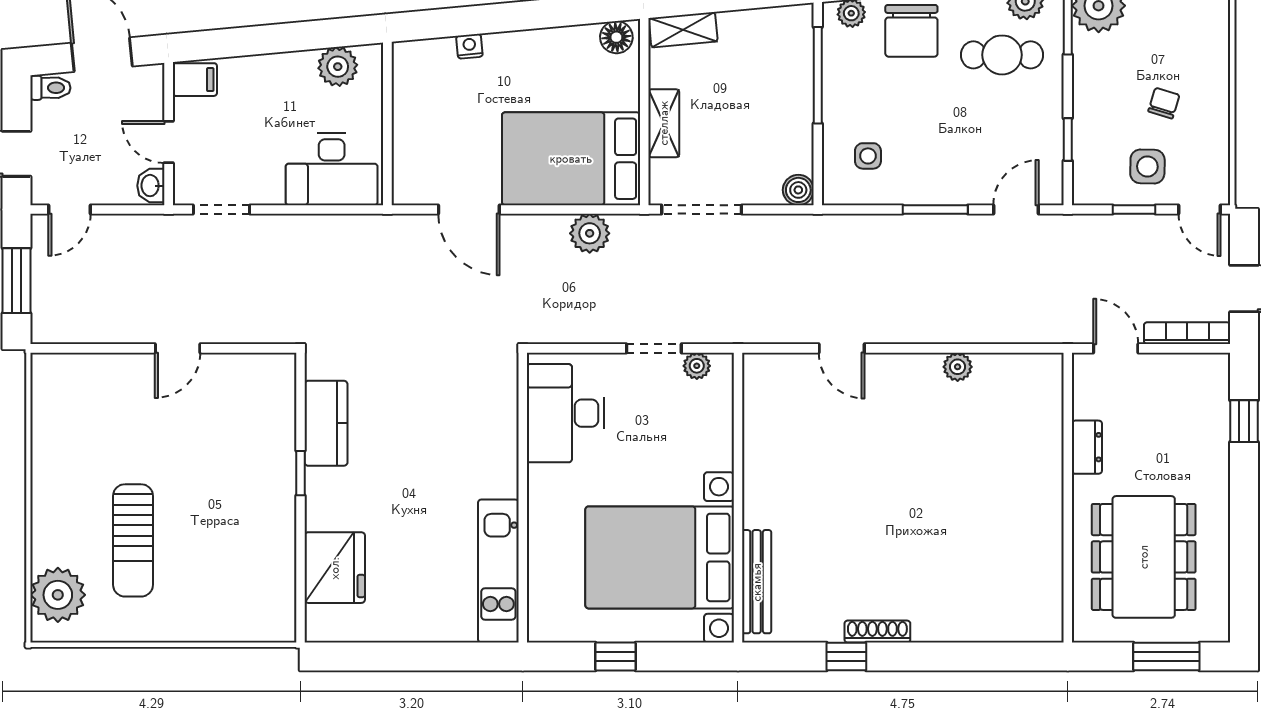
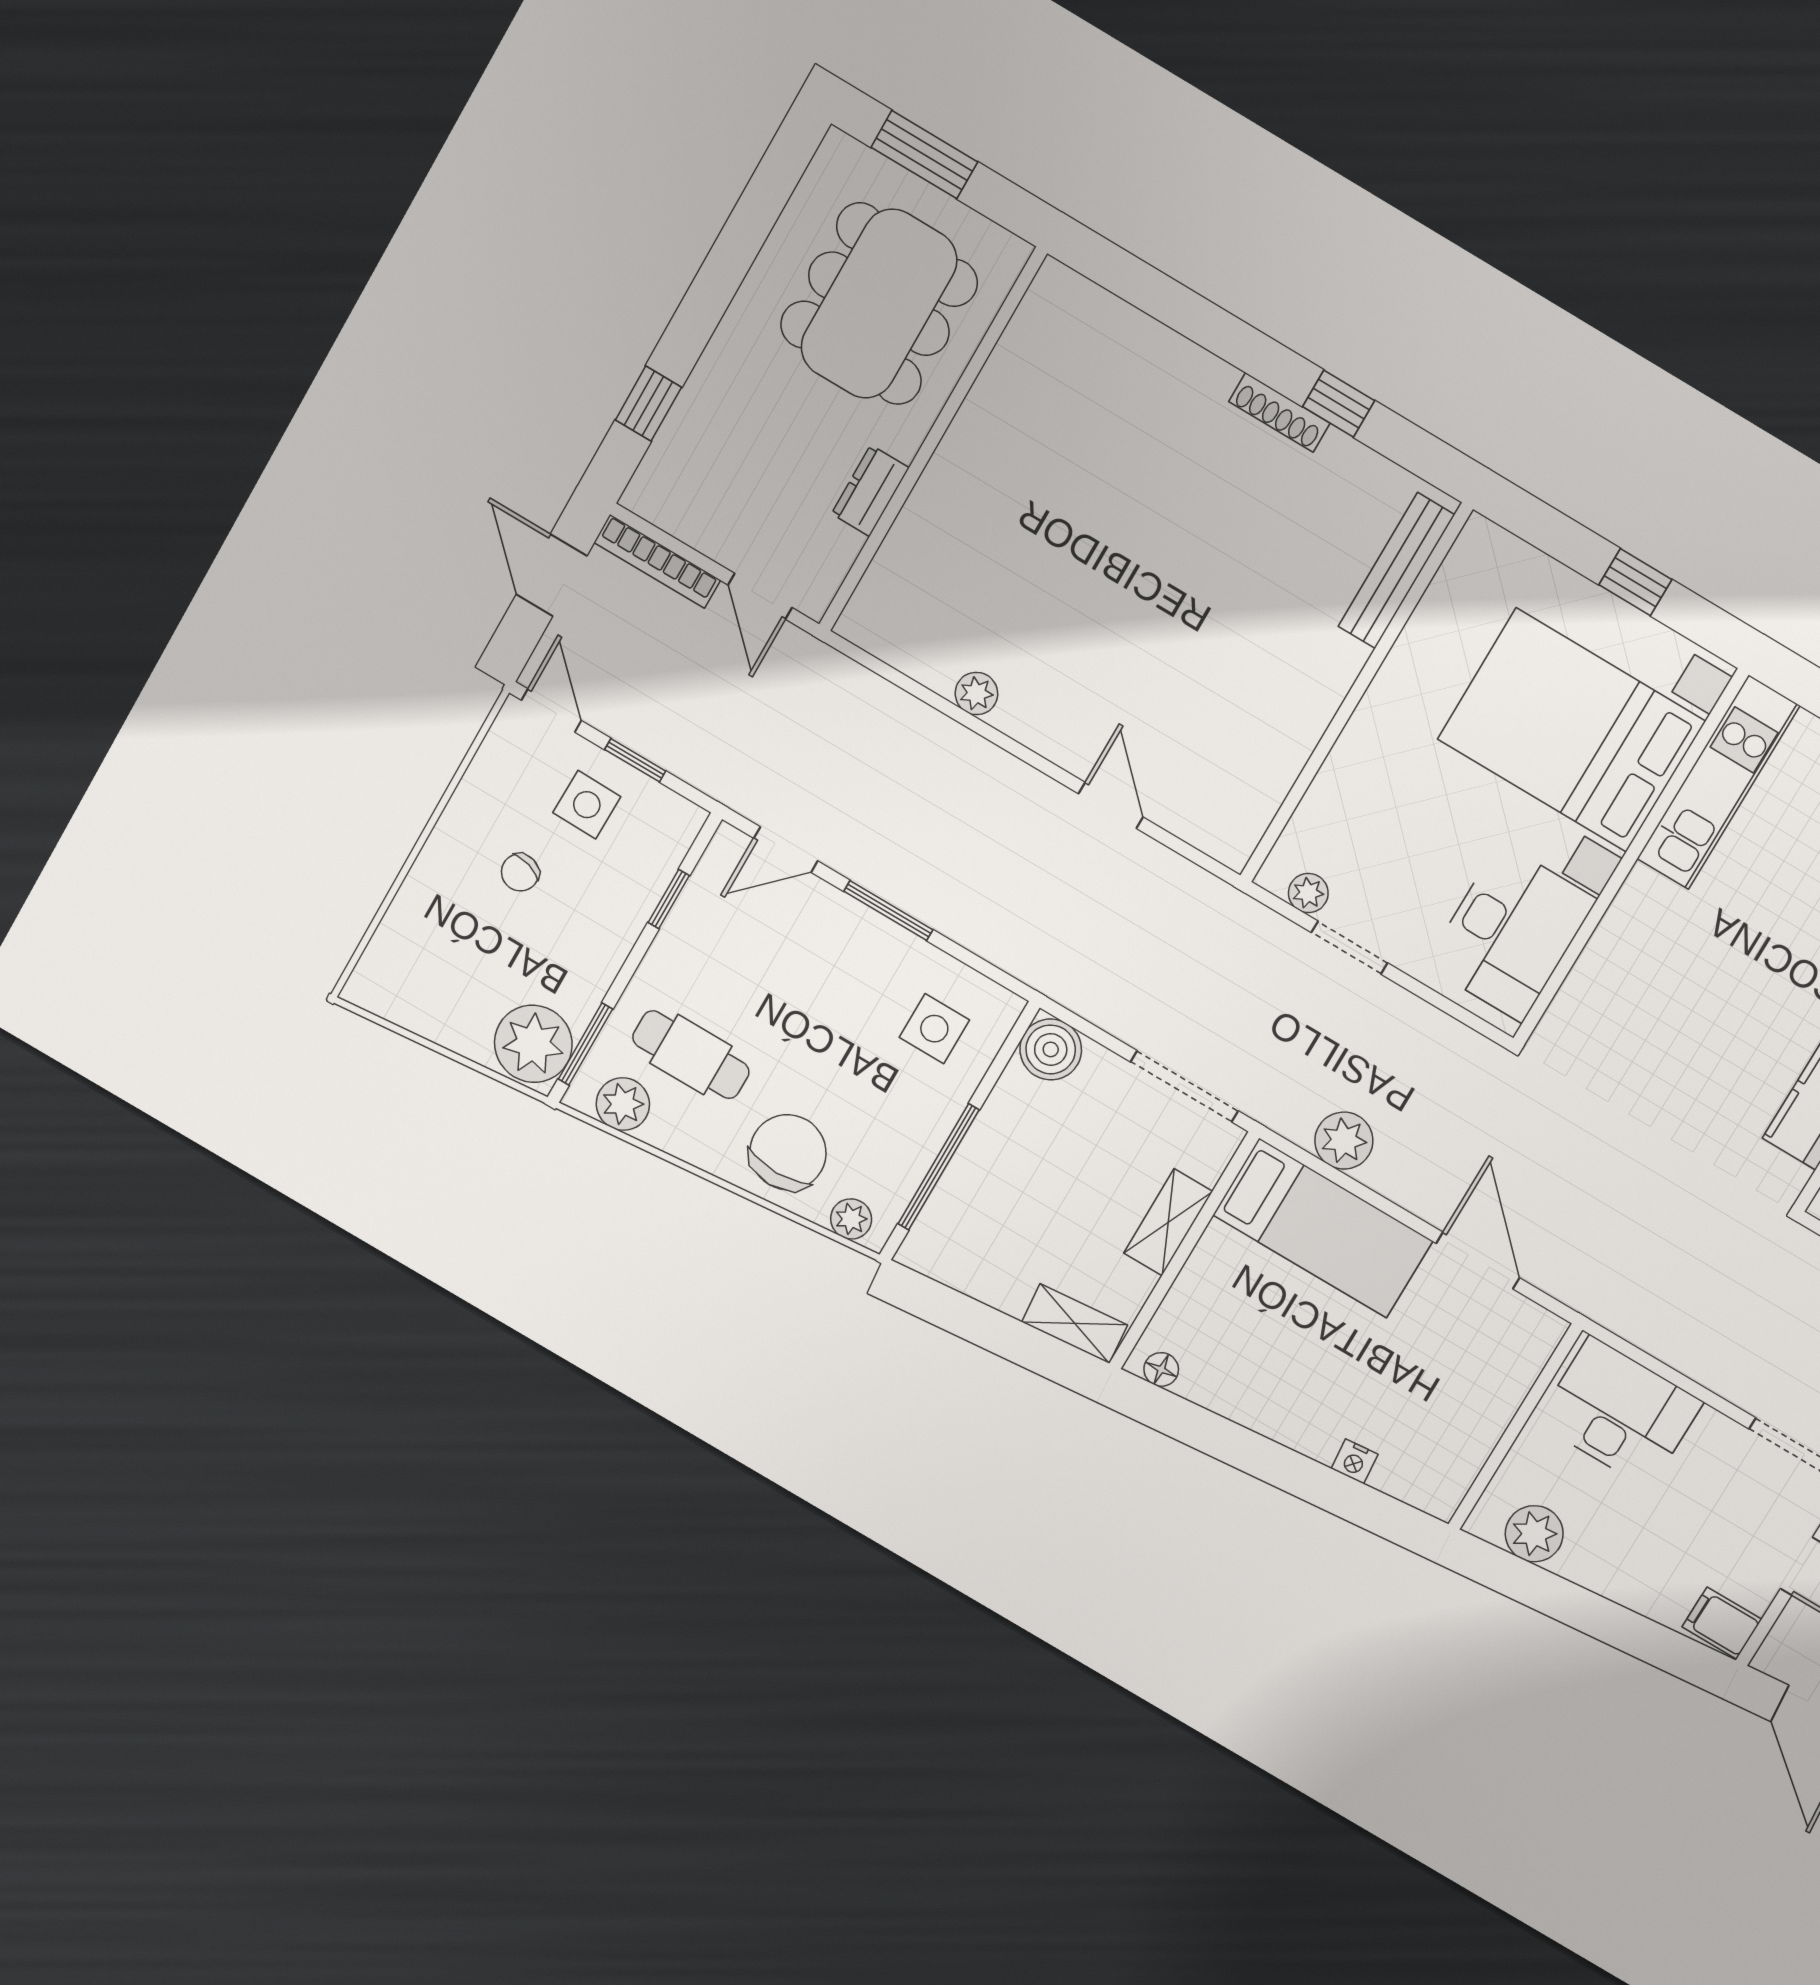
floor lamp: (616, 37) -> (1161, 1369), width x0.73, depth x0.73
side table: (868, 156) -> (934, 1029), width x1.37, depth x1.37
bed: (571, 159) -> (1323, 1228), width x0.67
boiler: (798, 190) -> (1051, 1049), width x1.36, depth x1.36
bed with nightstands: (660, 557) -> (1571, 730), moved, turned 180

